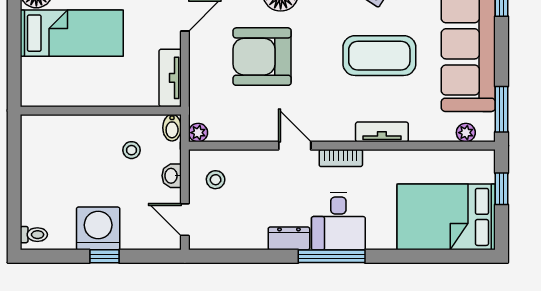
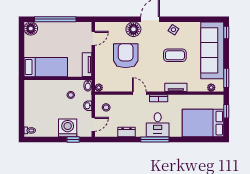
bed: (72, 33) -> (46, 67), moved
coffee table: (379, 56) -> (175, 55), width x0.73, depth x0.76
armchair: (262, 57) -> (126, 56), turned 90
door: (185, 220) -> (93, 124), swing flipped
washing machine: (98, 228) -> (68, 128), moved
dresser: (289, 238) -> (127, 132), moved
window: (104, 256) -> (73, 140), moved

